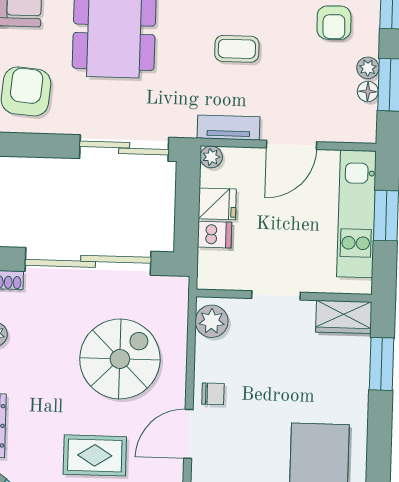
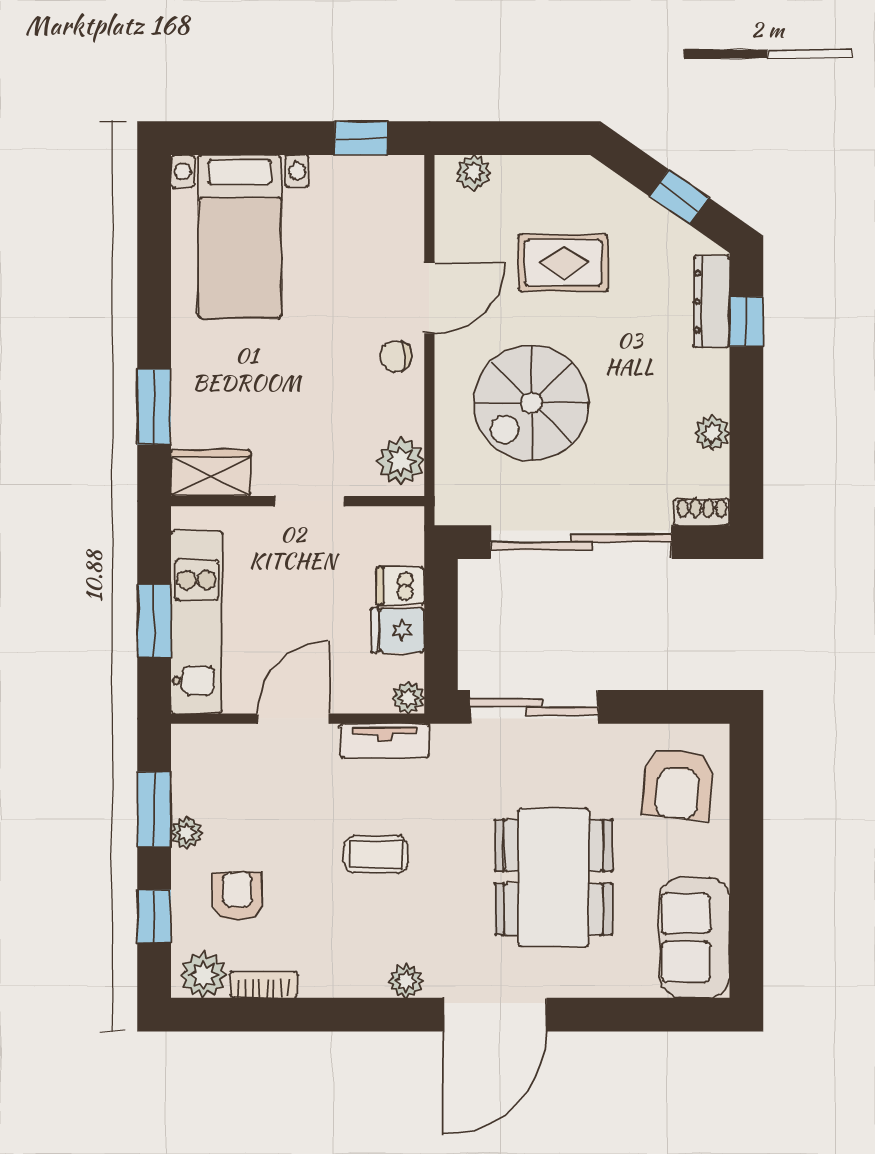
floor lamp: (368, 91) -> (186, 799), removed

